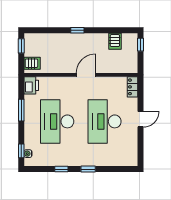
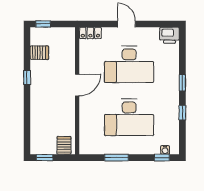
window: (77, 30) -> (27, 78), moved
door: (86, 75) -> (77, 85), swing flipped
printer: (31, 85) -> (169, 35), moved, turned 180

